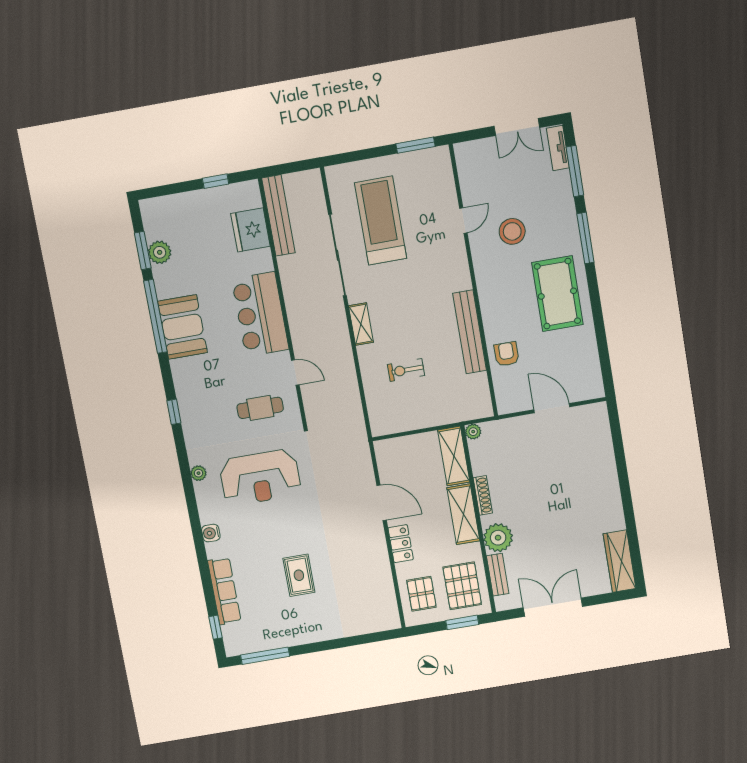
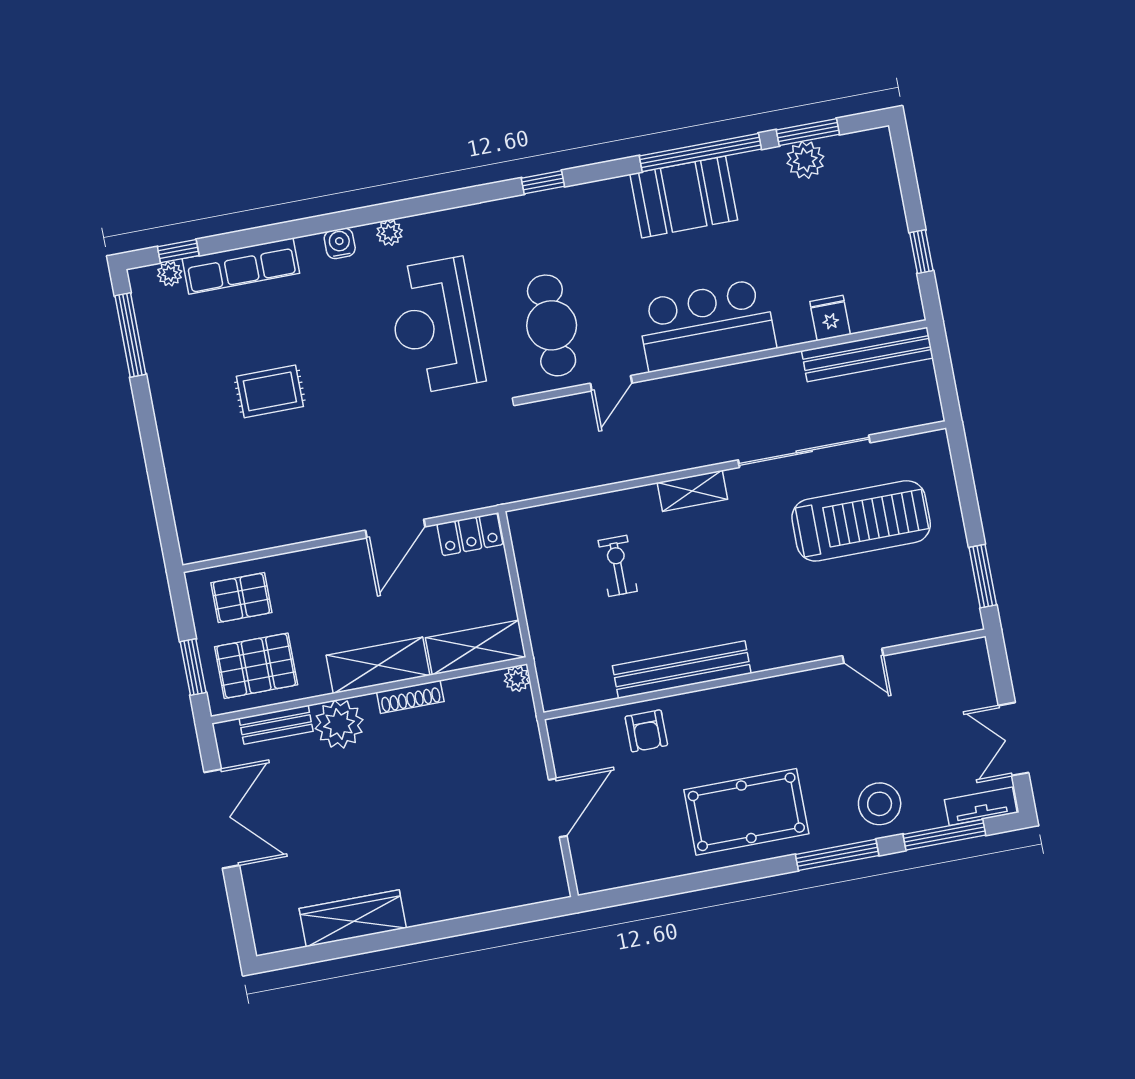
fridge: (250, 230) -> (830, 318), width x0.53, depth x0.75
stool: (512, 231) -> (880, 804), moved
armchair: (507, 354) -> (646, 731), turned 90
cafe table: (260, 408) -> (552, 325), width x1.37, depth x1.35
plant: (199, 473) -> (389, 233), moved
locker: (401, 544) -> (470, 534), moved
wardrobe: (620, 561) -> (353, 918), moved
plant: (229, 632) -> (170, 274), added

